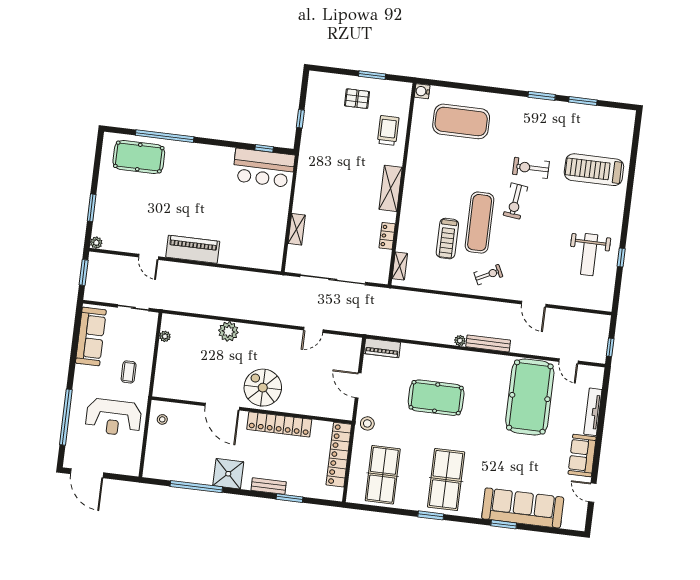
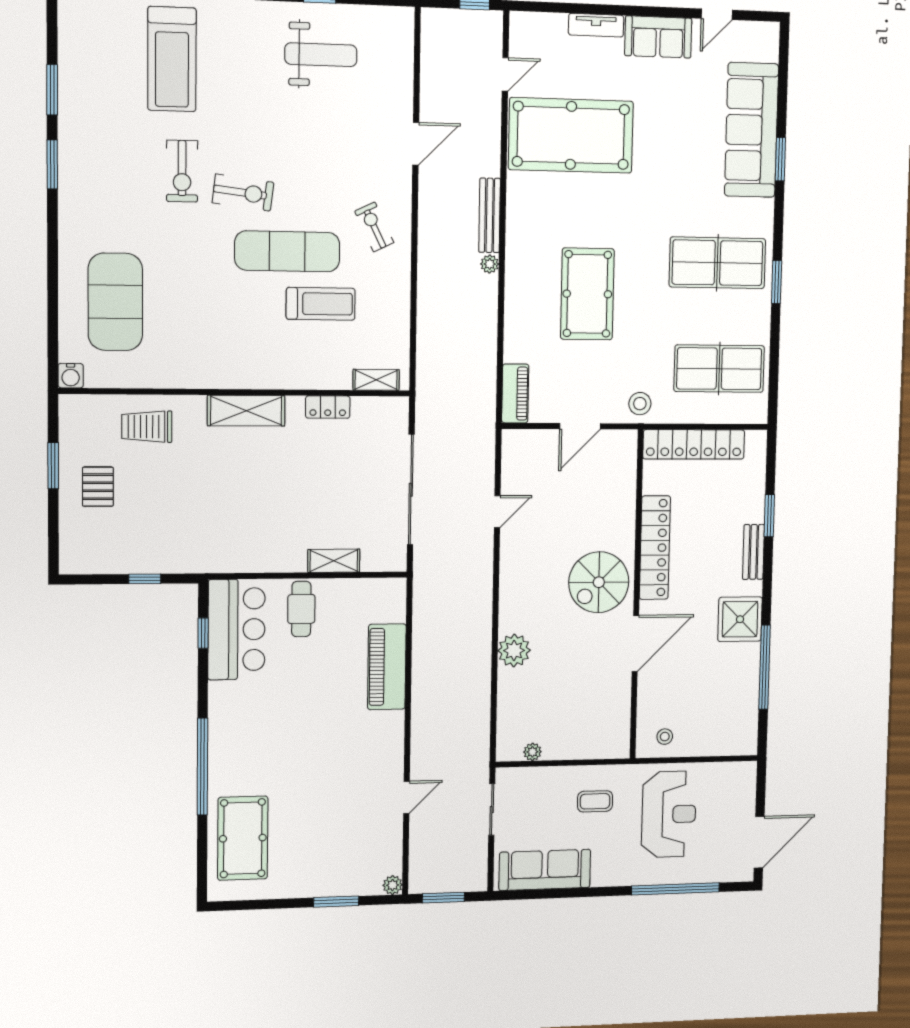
window: (165, 136) -> (202, 767), moved
cafe table: (271, 207) -> (301, 609), added
piano: (193, 249) -> (387, 667), moved
door: (313, 330) -> (497, 512), hinge flipped
tv unit: (593, 412) -> (596, 25), width x0.71

